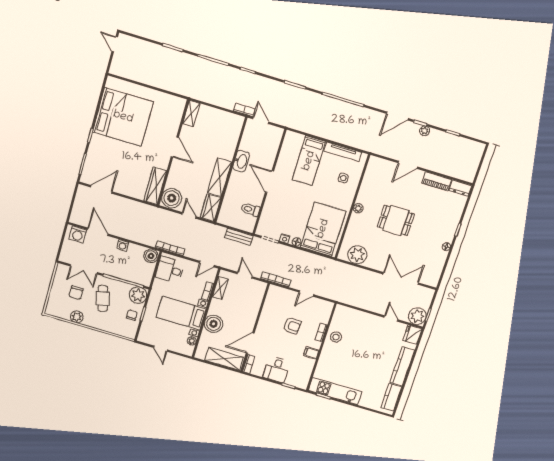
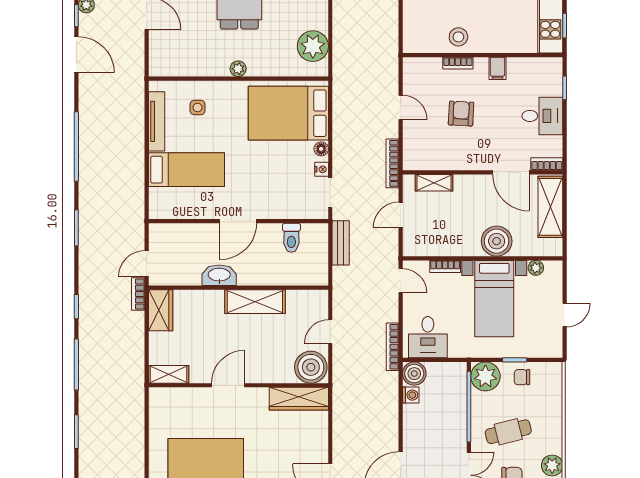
wardrobe: (211, 208) -> (161, 310), moved, turned -90
washing machine: (123, 245) -> (411, 395), moved
shelving: (220, 288) -> (434, 183), moved

